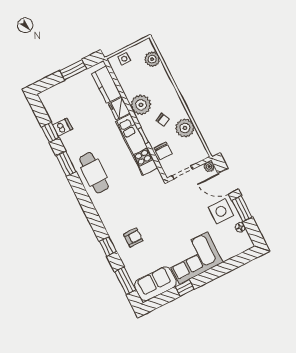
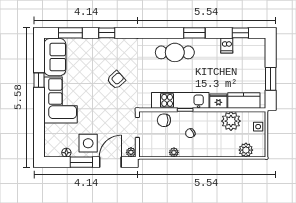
plant: (141, 105) -> (231, 121), moved
plant: (185, 128) -> (174, 152), width x0.53, depth x0.53
window: (50, 132) -> (240, 33), moved
armchair: (133, 238) -> (116, 80), moved, turned -132

